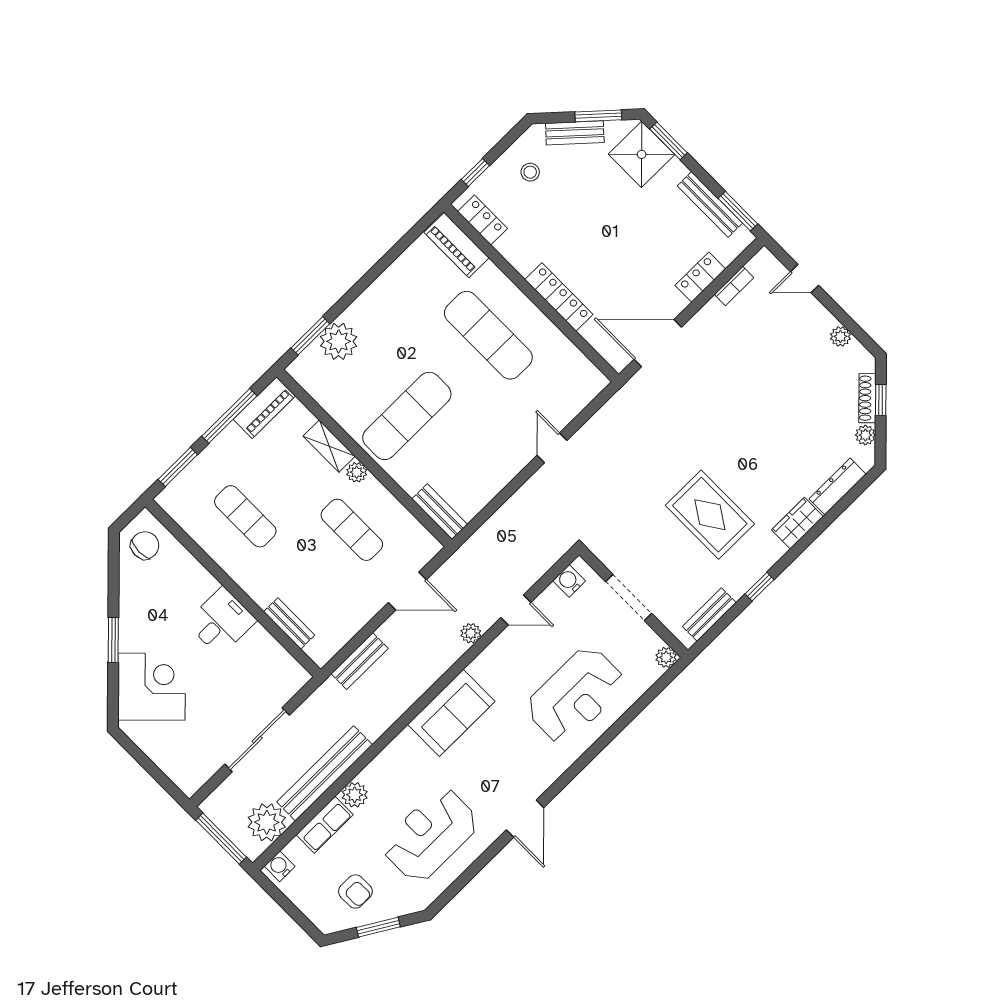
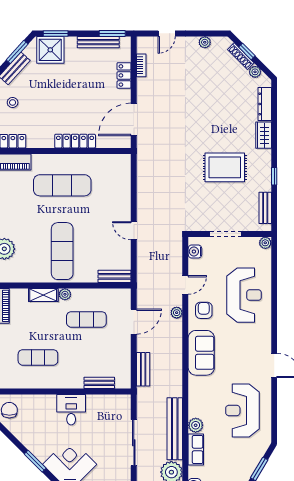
door: (552, 448) -> (134, 231), moved
armchair: (355, 891) -> (204, 310), moved, turned -90

